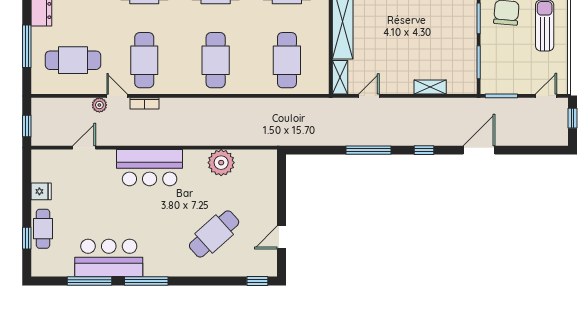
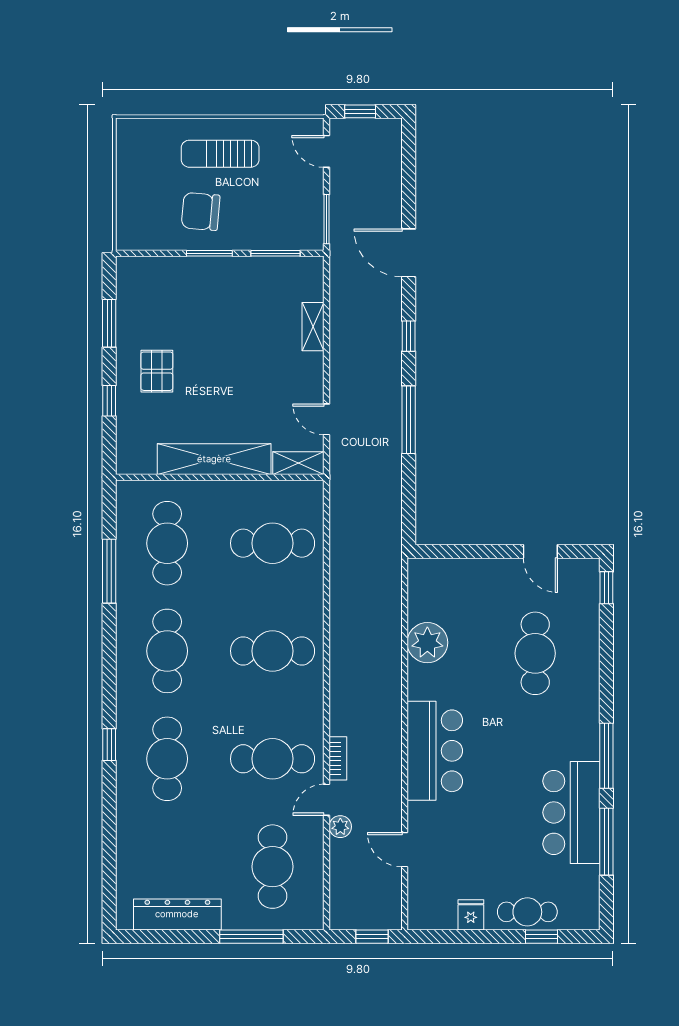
cafe table: (214, 234) -> (535, 653), turned 42

